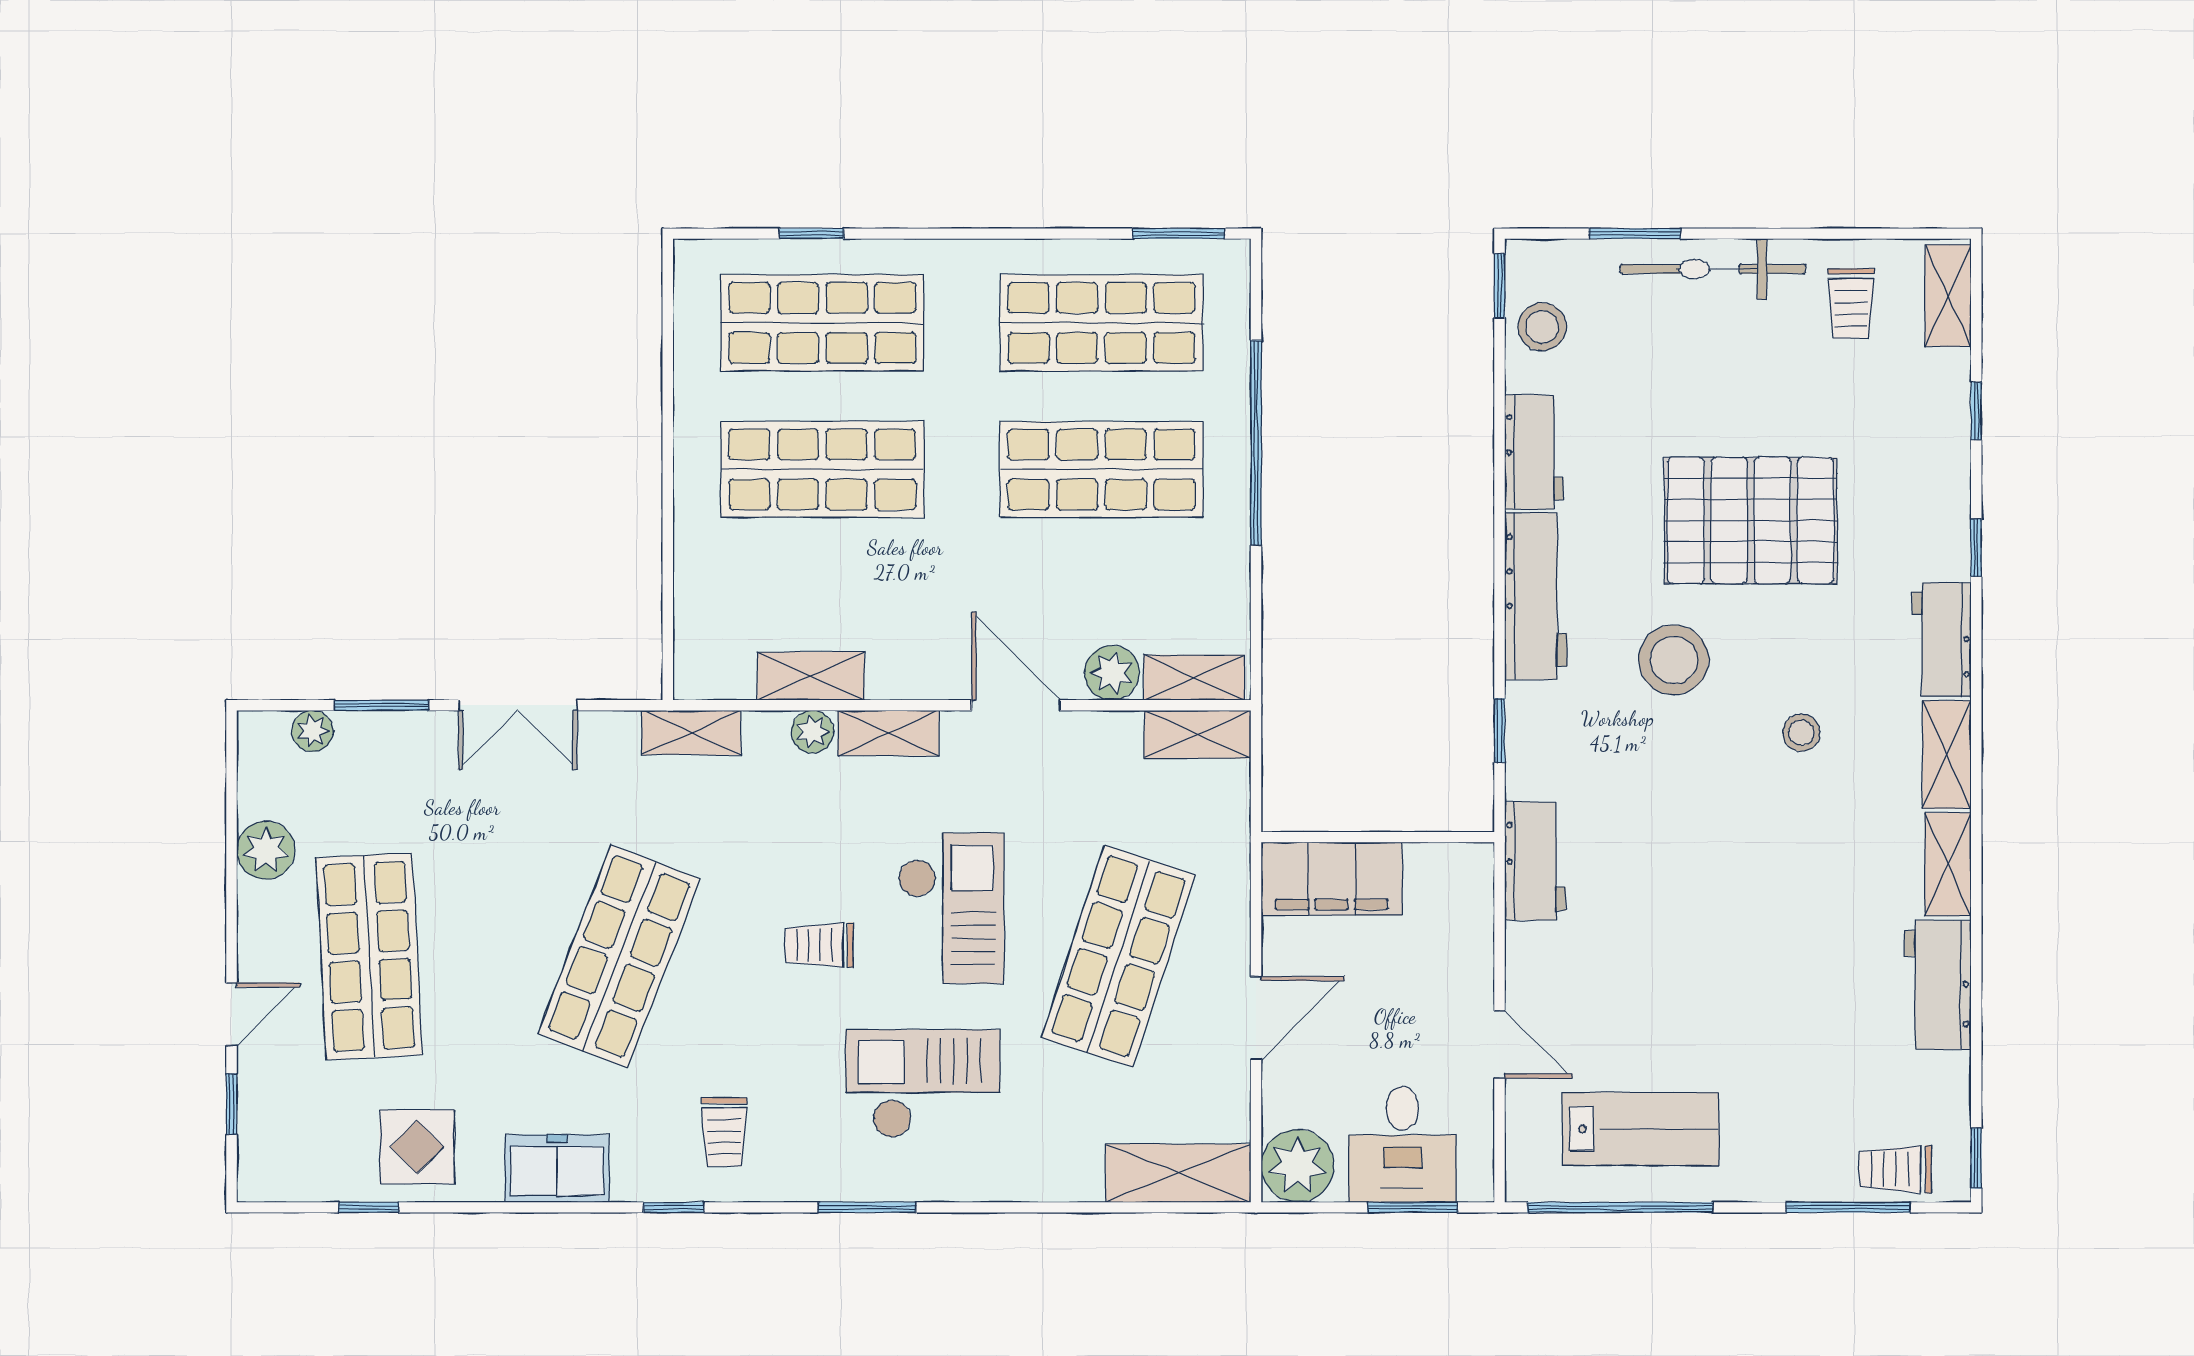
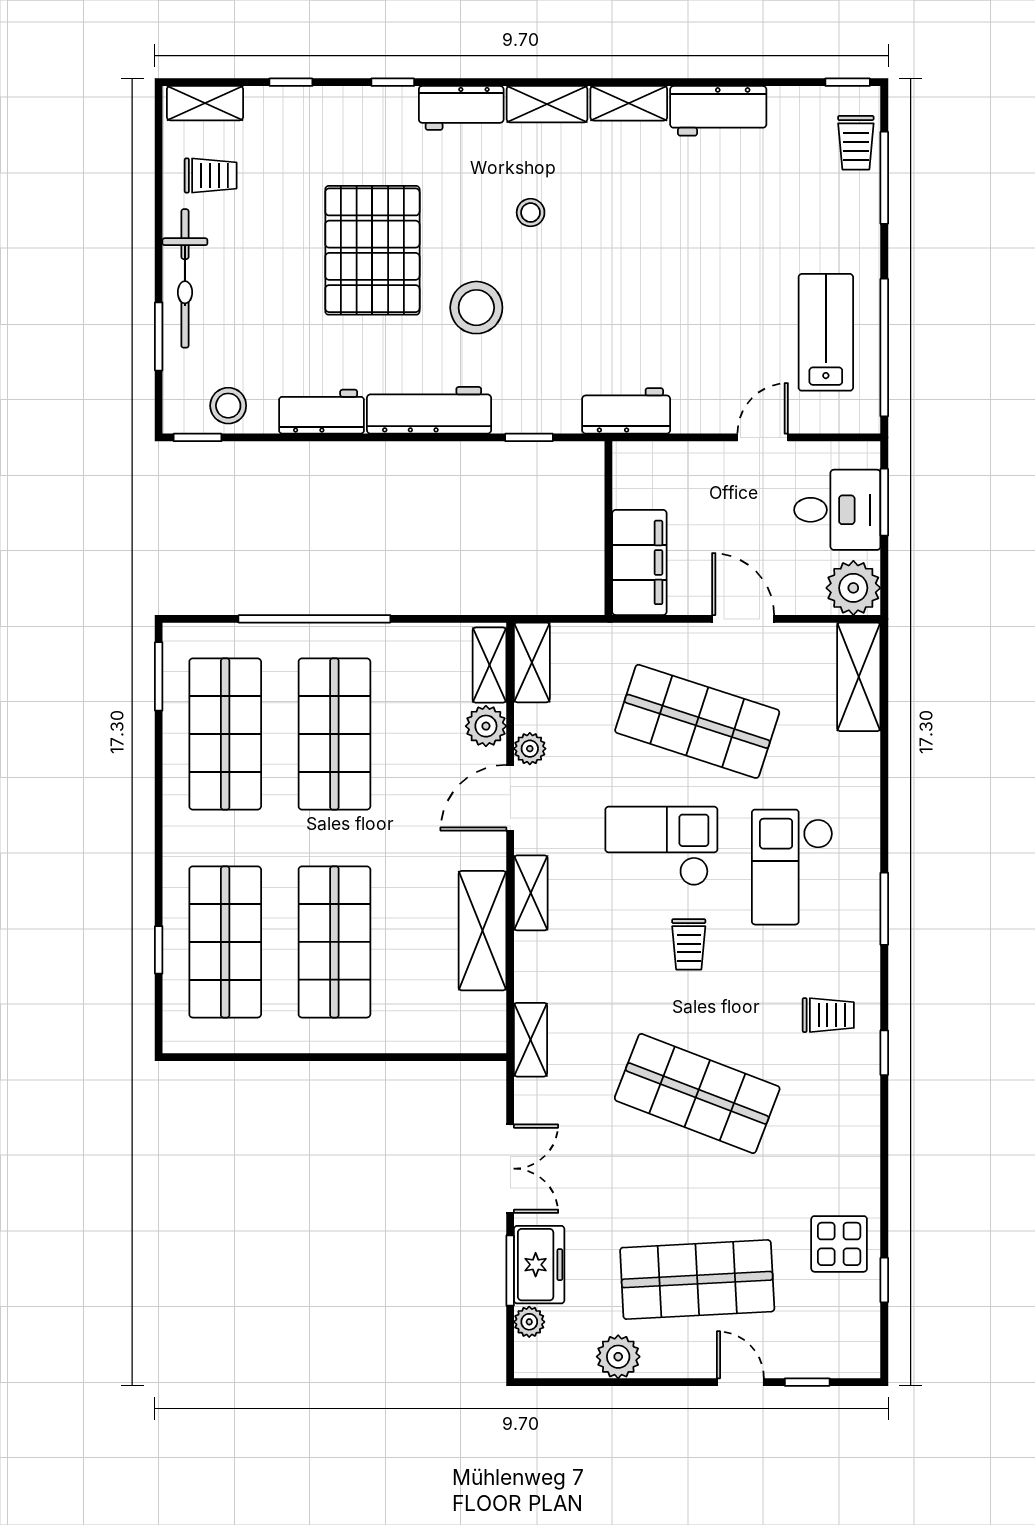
shelving: (811, 676) -> (482, 931), width x1.50, depth x1.33
plant: (812, 732) -> (530, 749), moved
freezer: (557, 1168) -> (539, 1265), moved, turned 180

